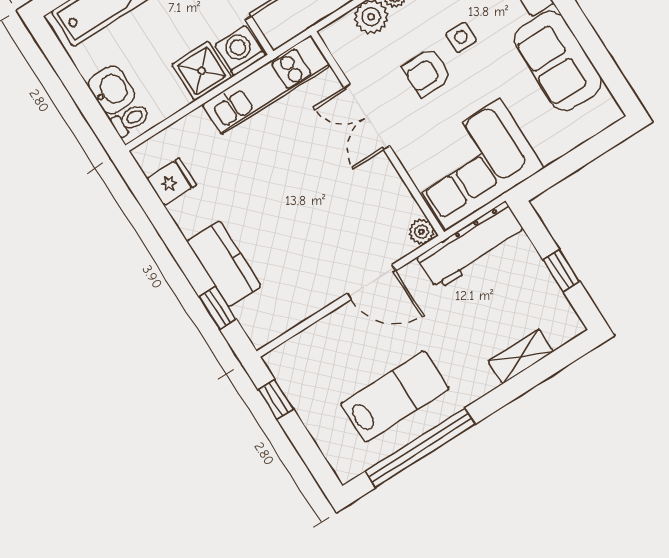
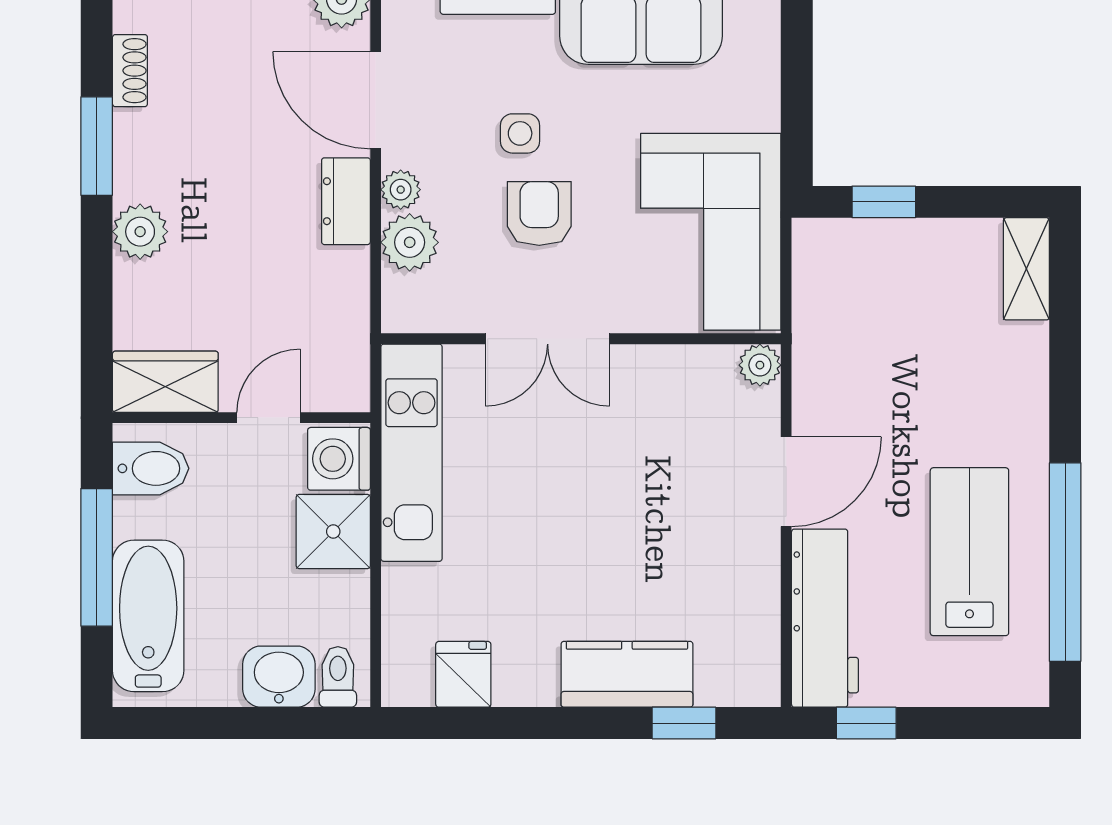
armchair: (427, 73) -> (539, 214), turned 180
workbench: (472, 246) -> (825, 618), moved
window: (561, 271) -> (884, 202), moved
shelving: (521, 356) -> (1026, 269), moved

